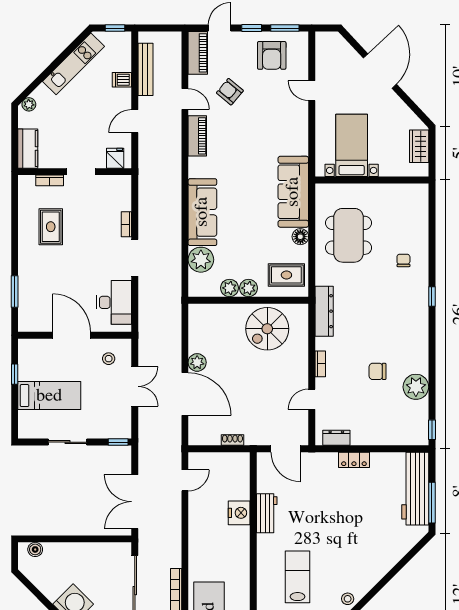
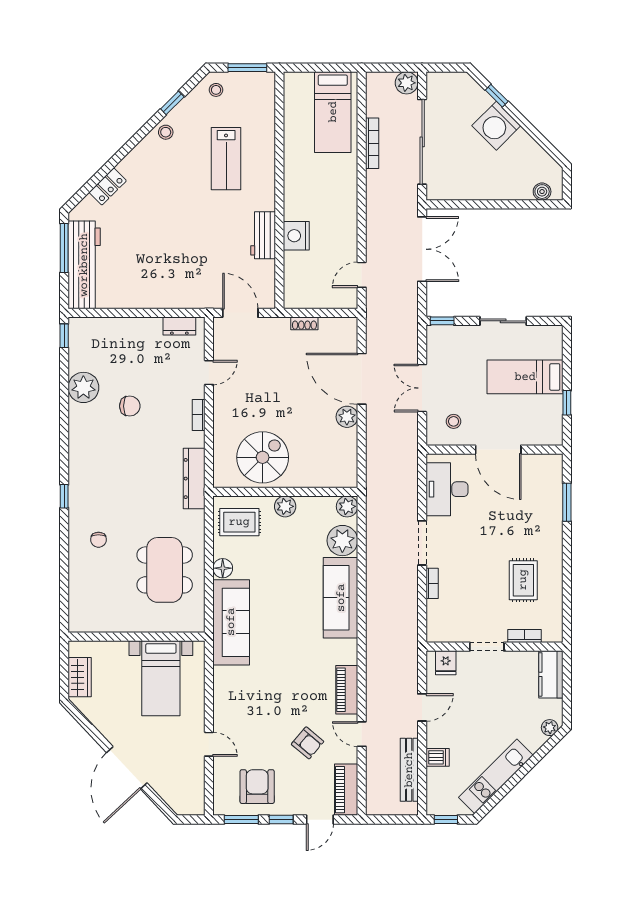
plant: (230, 288) -> (347, 506), moved
locker: (354, 460) -> (108, 186), moved, turned 135

